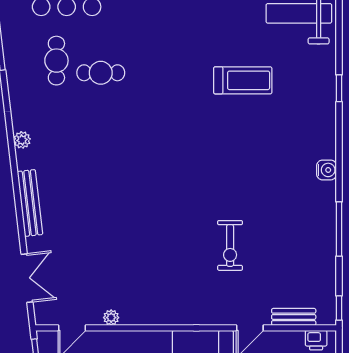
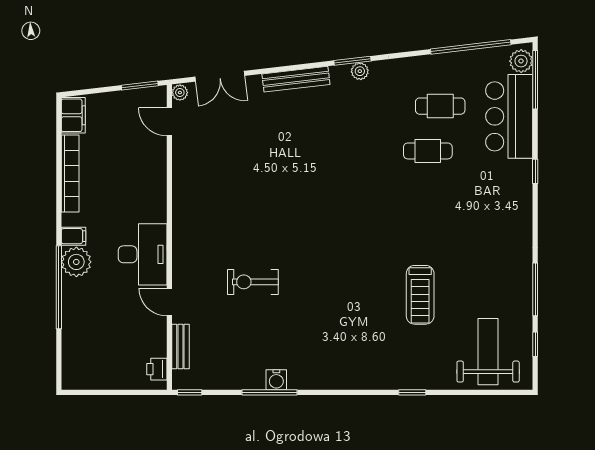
cafe table: (101, 73) -> (428, 151), turned 90
window: (12, 147) -> (352, 61), added
water cooler: (327, 170) -> (276, 380), moved
plant: (111, 318) -> (180, 93), moved

